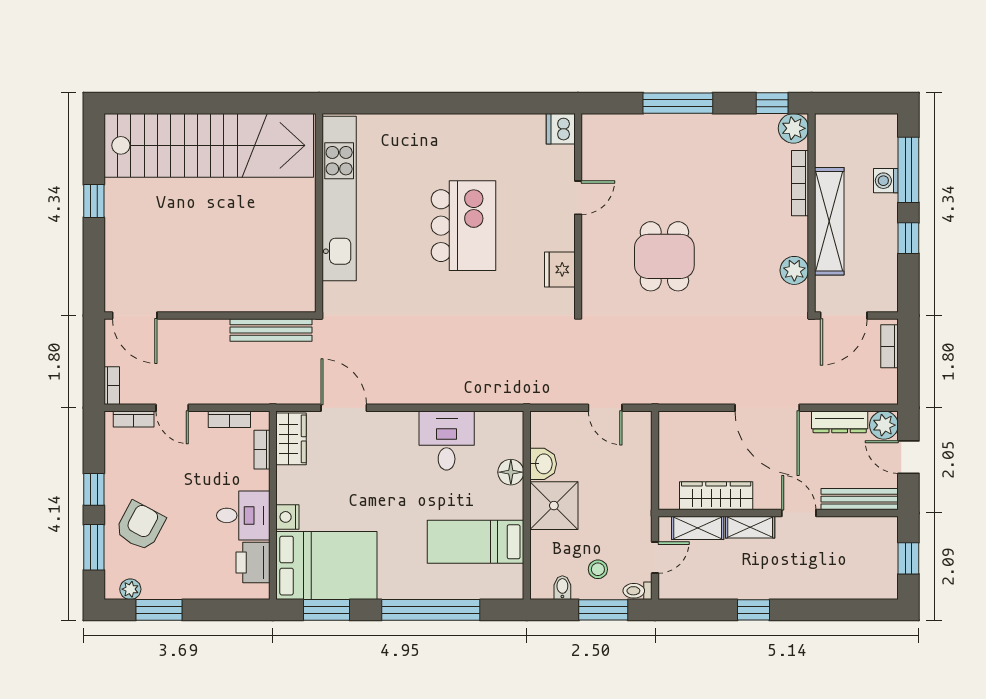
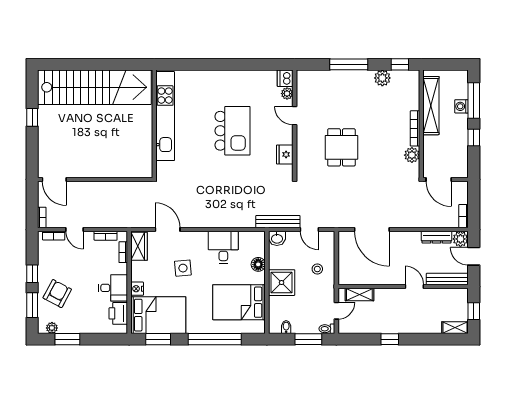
plant: (793, 128) -> (382, 78), moved
plant: (564, 157) -> (287, 94), added
bookcase: (800, 183) -> (415, 128), moved
door: (578, 198) -> (295, 116), swing flipped
shelving: (829, 221) -> (431, 106), moved
door: (844, 315) -> (439, 179), hinge flipped
bench: (271, 330) -> (278, 222), moved
bookcase: (890, 346) -> (464, 216), moved
door: (767, 408) -> (372, 230), moved
washbasin: (543, 464) -> (277, 238), moved, turned 90
side table: (372, 479) -> (183, 268), added
wardrobe: (716, 496) -> (370, 277), removed
shelving: (750, 527) -> (455, 328), moved
bed: (476, 542) -> (239, 302), width x1.50
stool: (598, 569) -> (317, 269), moved

